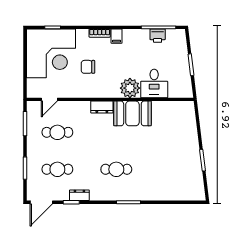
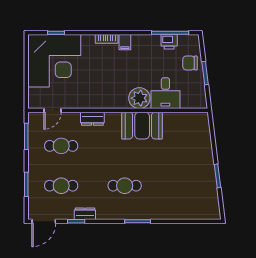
chair: (88, 67) -> (190, 63), moved
dresser: (102, 107) -> (92, 119), moved

